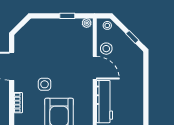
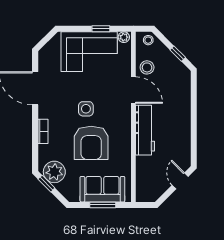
corner sofa: (57, 35) -> (89, 52), added
side table: (45, 84) -> (86, 109), moved

